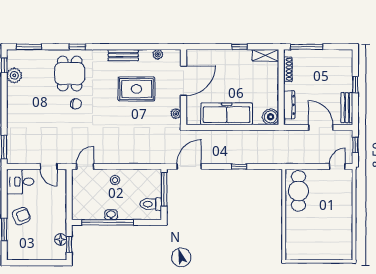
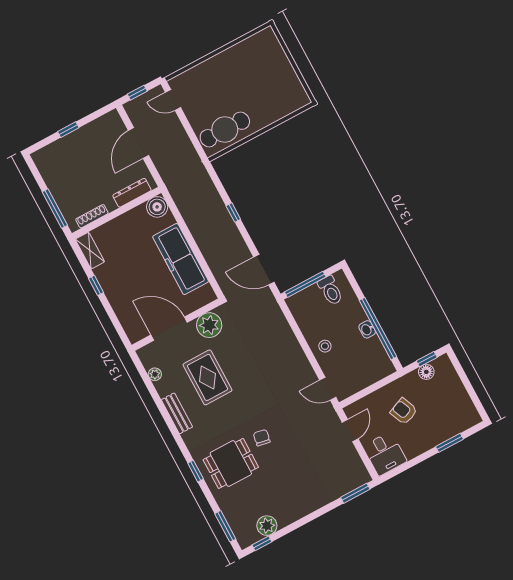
bench: (347, 108) -> (100, 125), removed
plant: (176, 114) -> (209, 325), width x1.88, depth x1.88
armchair: (21, 216) -> (404, 411), moved

